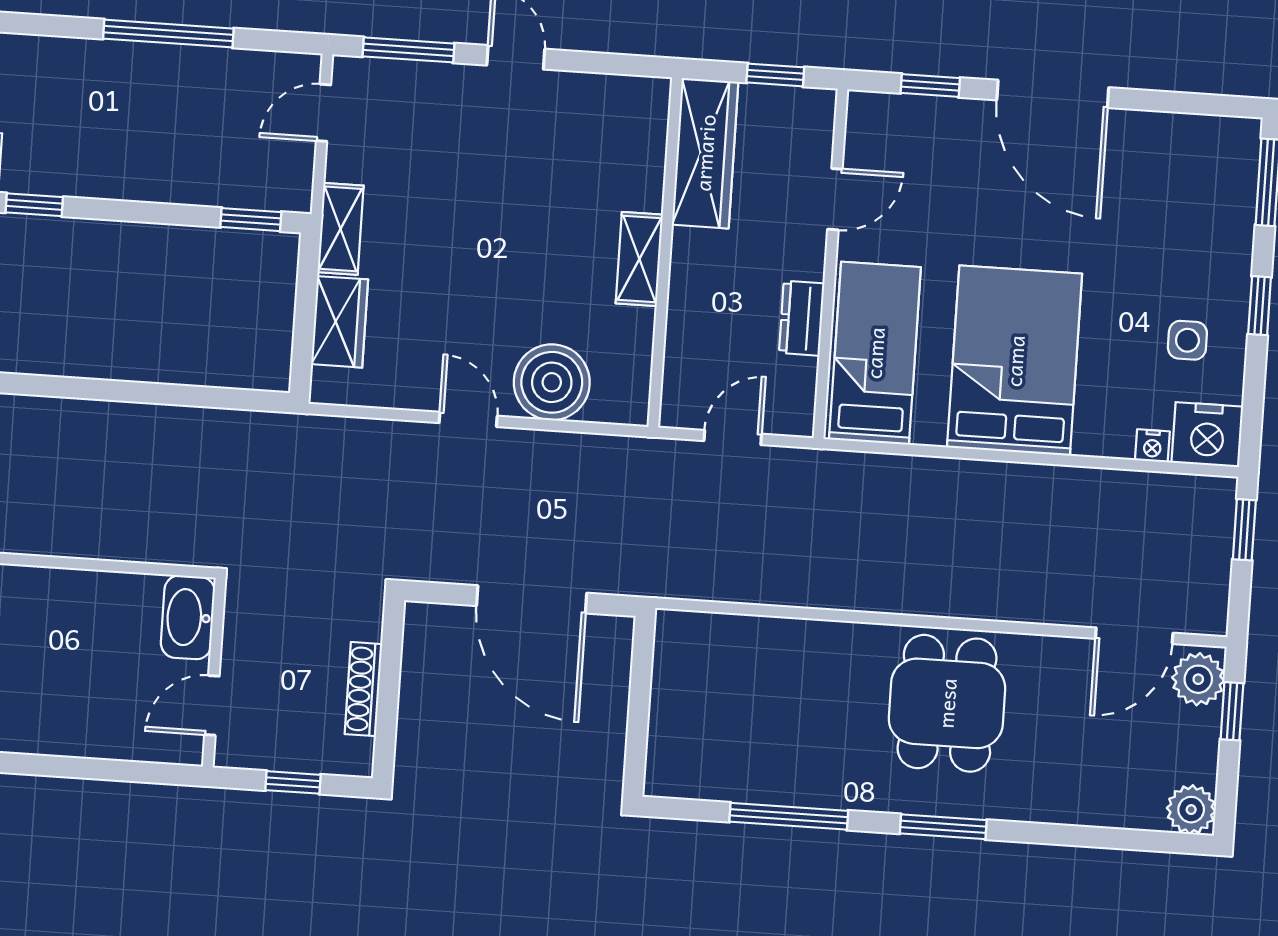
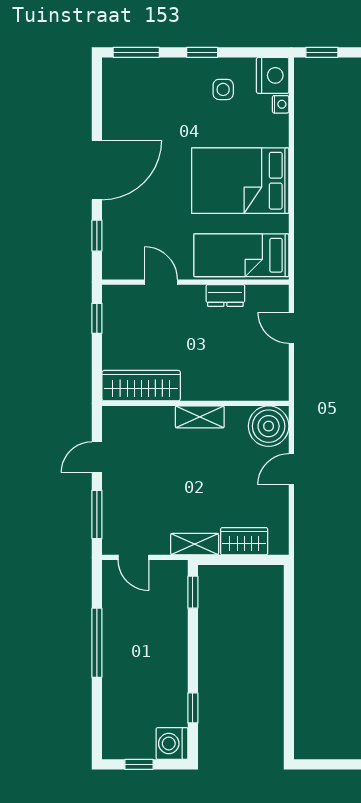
wardrobe: (705, 153) -> (141, 386), moved
wall: (665, 253) -> (195, 403), moved
shelving: (639, 259) -> (200, 417), moved

